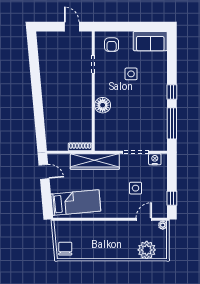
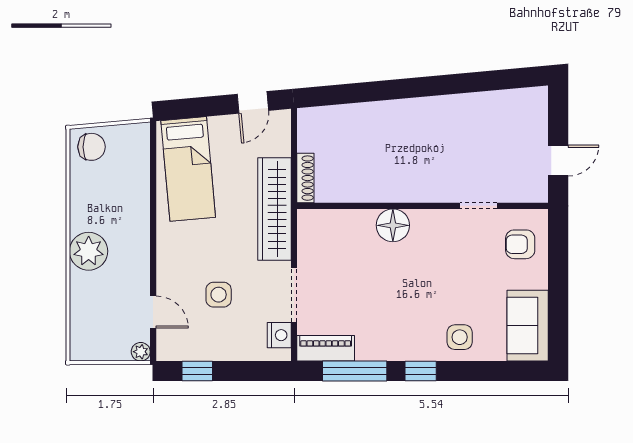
side table: (131, 74) -> (460, 337), moved
piano: (161, 137) -> (326, 348), added
plant: (147, 250) -> (89, 251), moved

